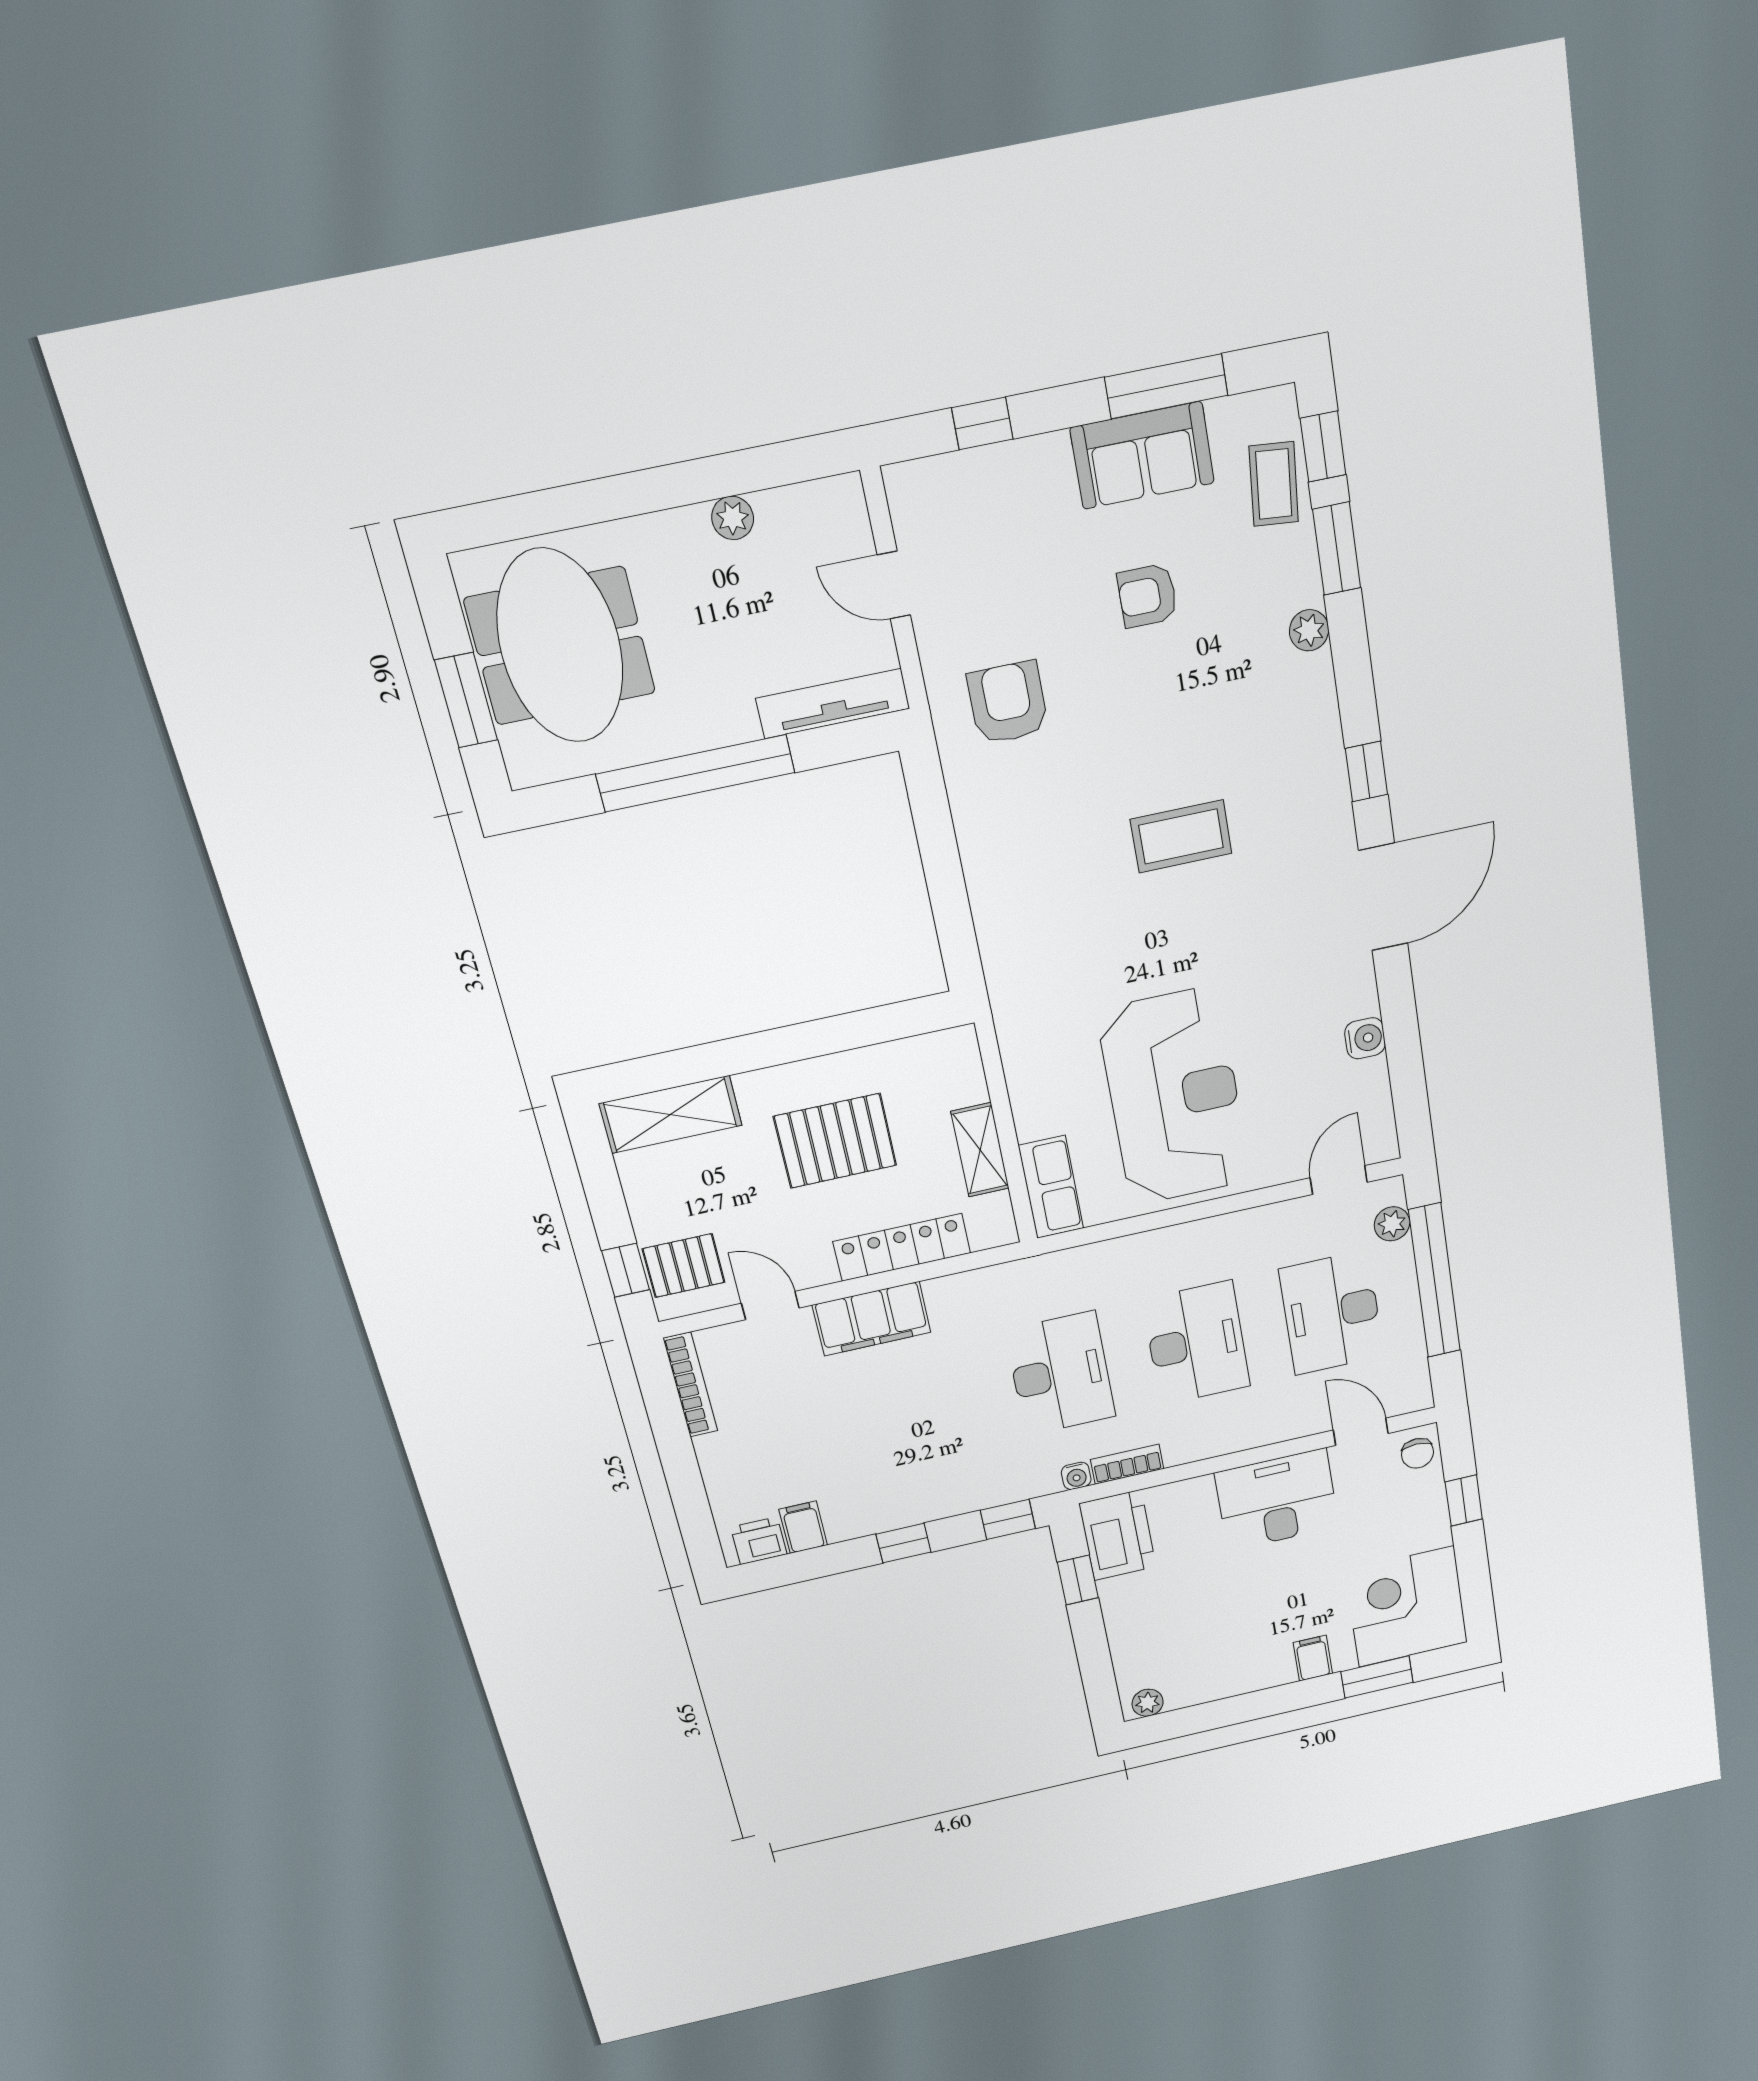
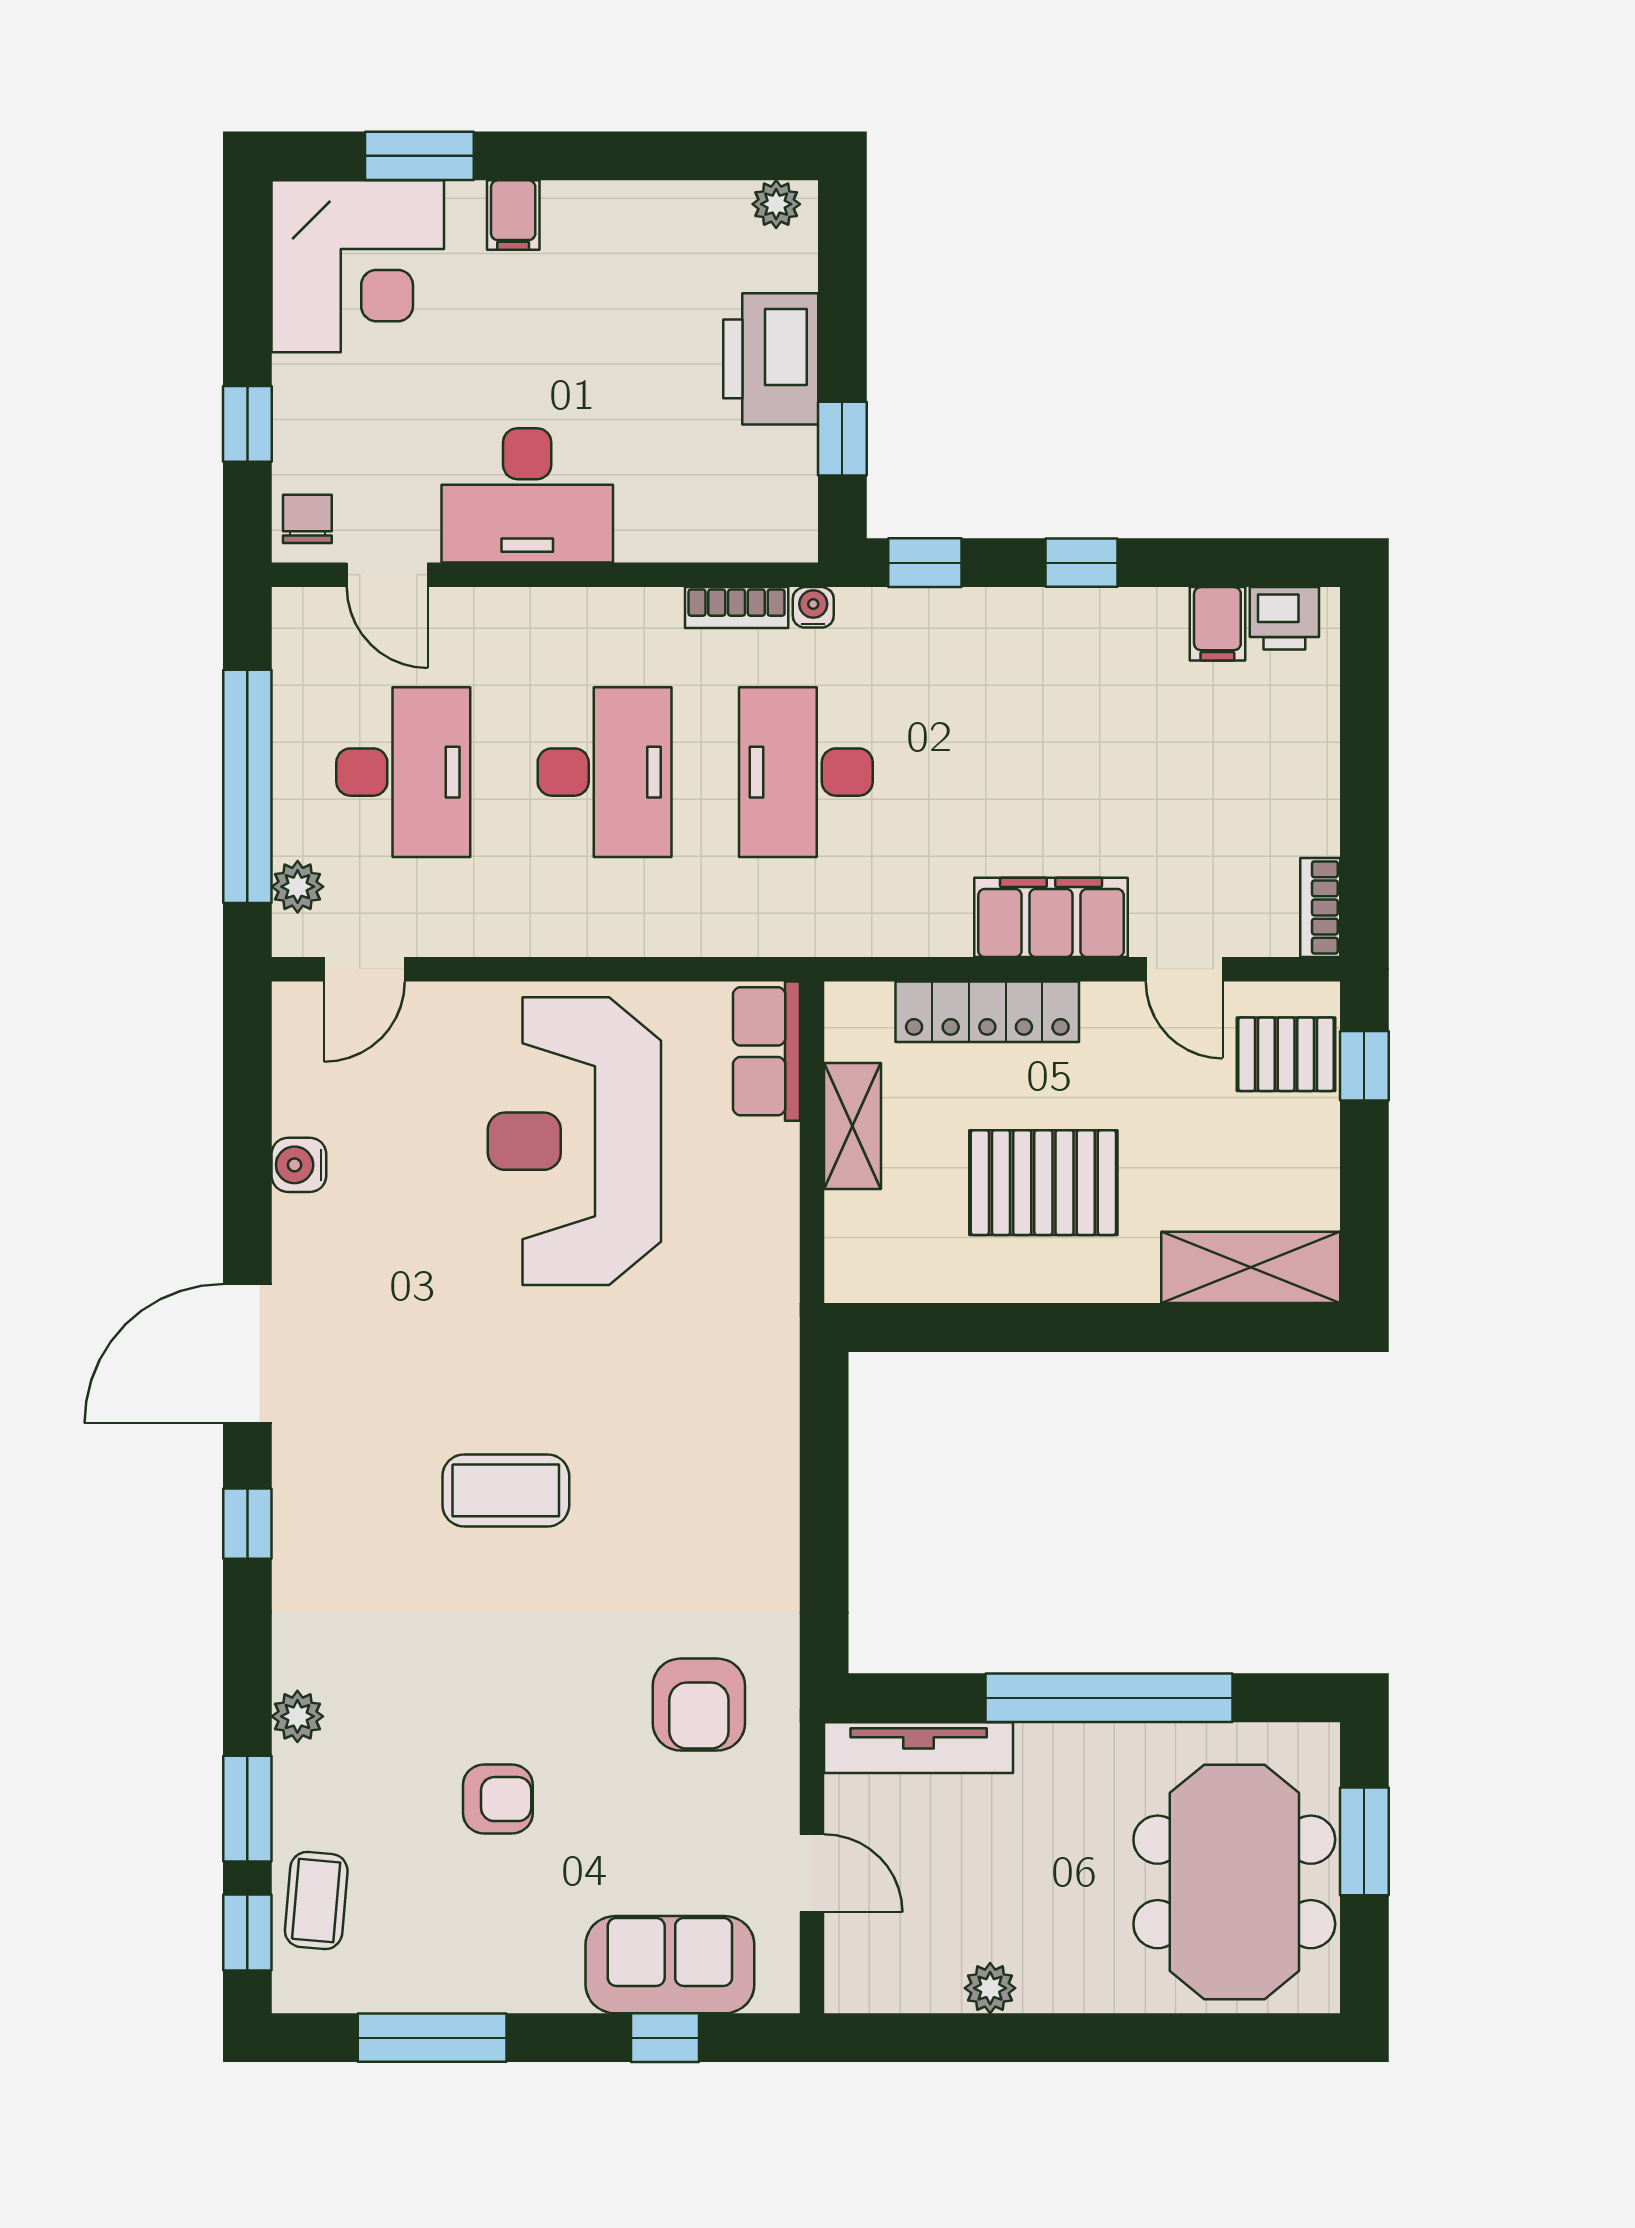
sofa: (1142, 455) -> (670, 1965), moved
desk: (1196, 1343) -> (605, 772), turned 180
bookcase: (690, 1385) -> (1320, 907), width x0.64
printer: (1118, 1535) -> (771, 359), moved

